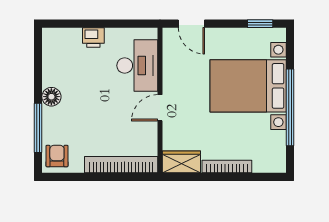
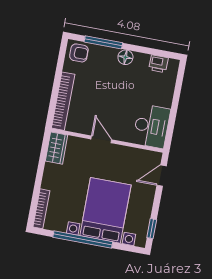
printer: (93, 37) -> (158, 64), moved, turned -90
desk: (137, 66) -> (151, 126), moved, turned -90
bookcase: (227, 167) -> (41, 209), moved

